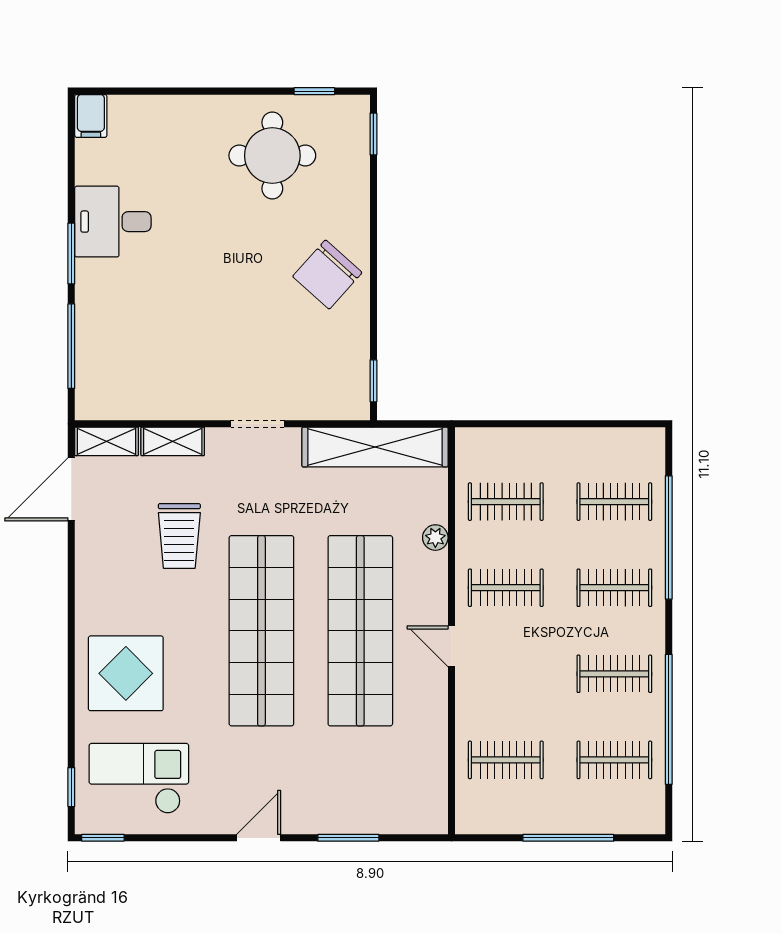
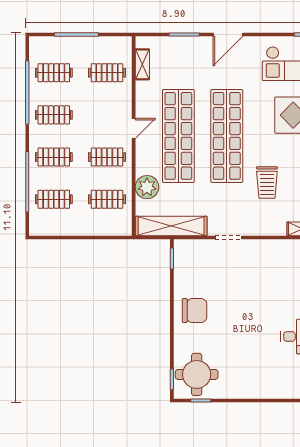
round table: (272, 156) -> (197, 374), moved
chair: (327, 275) -> (194, 311), turned 48
shelving: (173, 441) -> (142, 64), moved, turned 90
trolley: (179, 536) -> (267, 182), turned 180
plant: (435, 538) -> (147, 187), width x1.88, depth x1.88
door: (451, 646) -> (134, 128), hinge flipped
door: (259, 838) -> (228, 35), width x1.37

